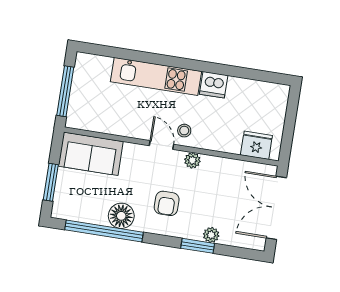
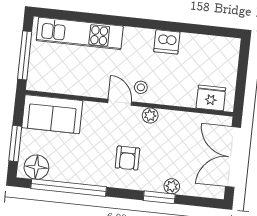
kitchen unit: (156, 76) -> (80, 33), moved
floor lamp: (121, 216) -> (36, 167), moved

